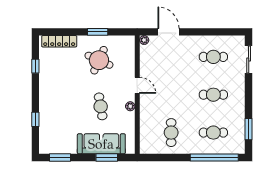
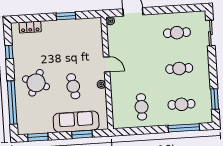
locker: (59, 41) -> (30, 27), width x0.66
round table: (99, 60) -> (36, 83), moved
window: (35, 119) -> (12, 102), width x3.17
window: (214, 157) -> (184, 128), width x0.68

